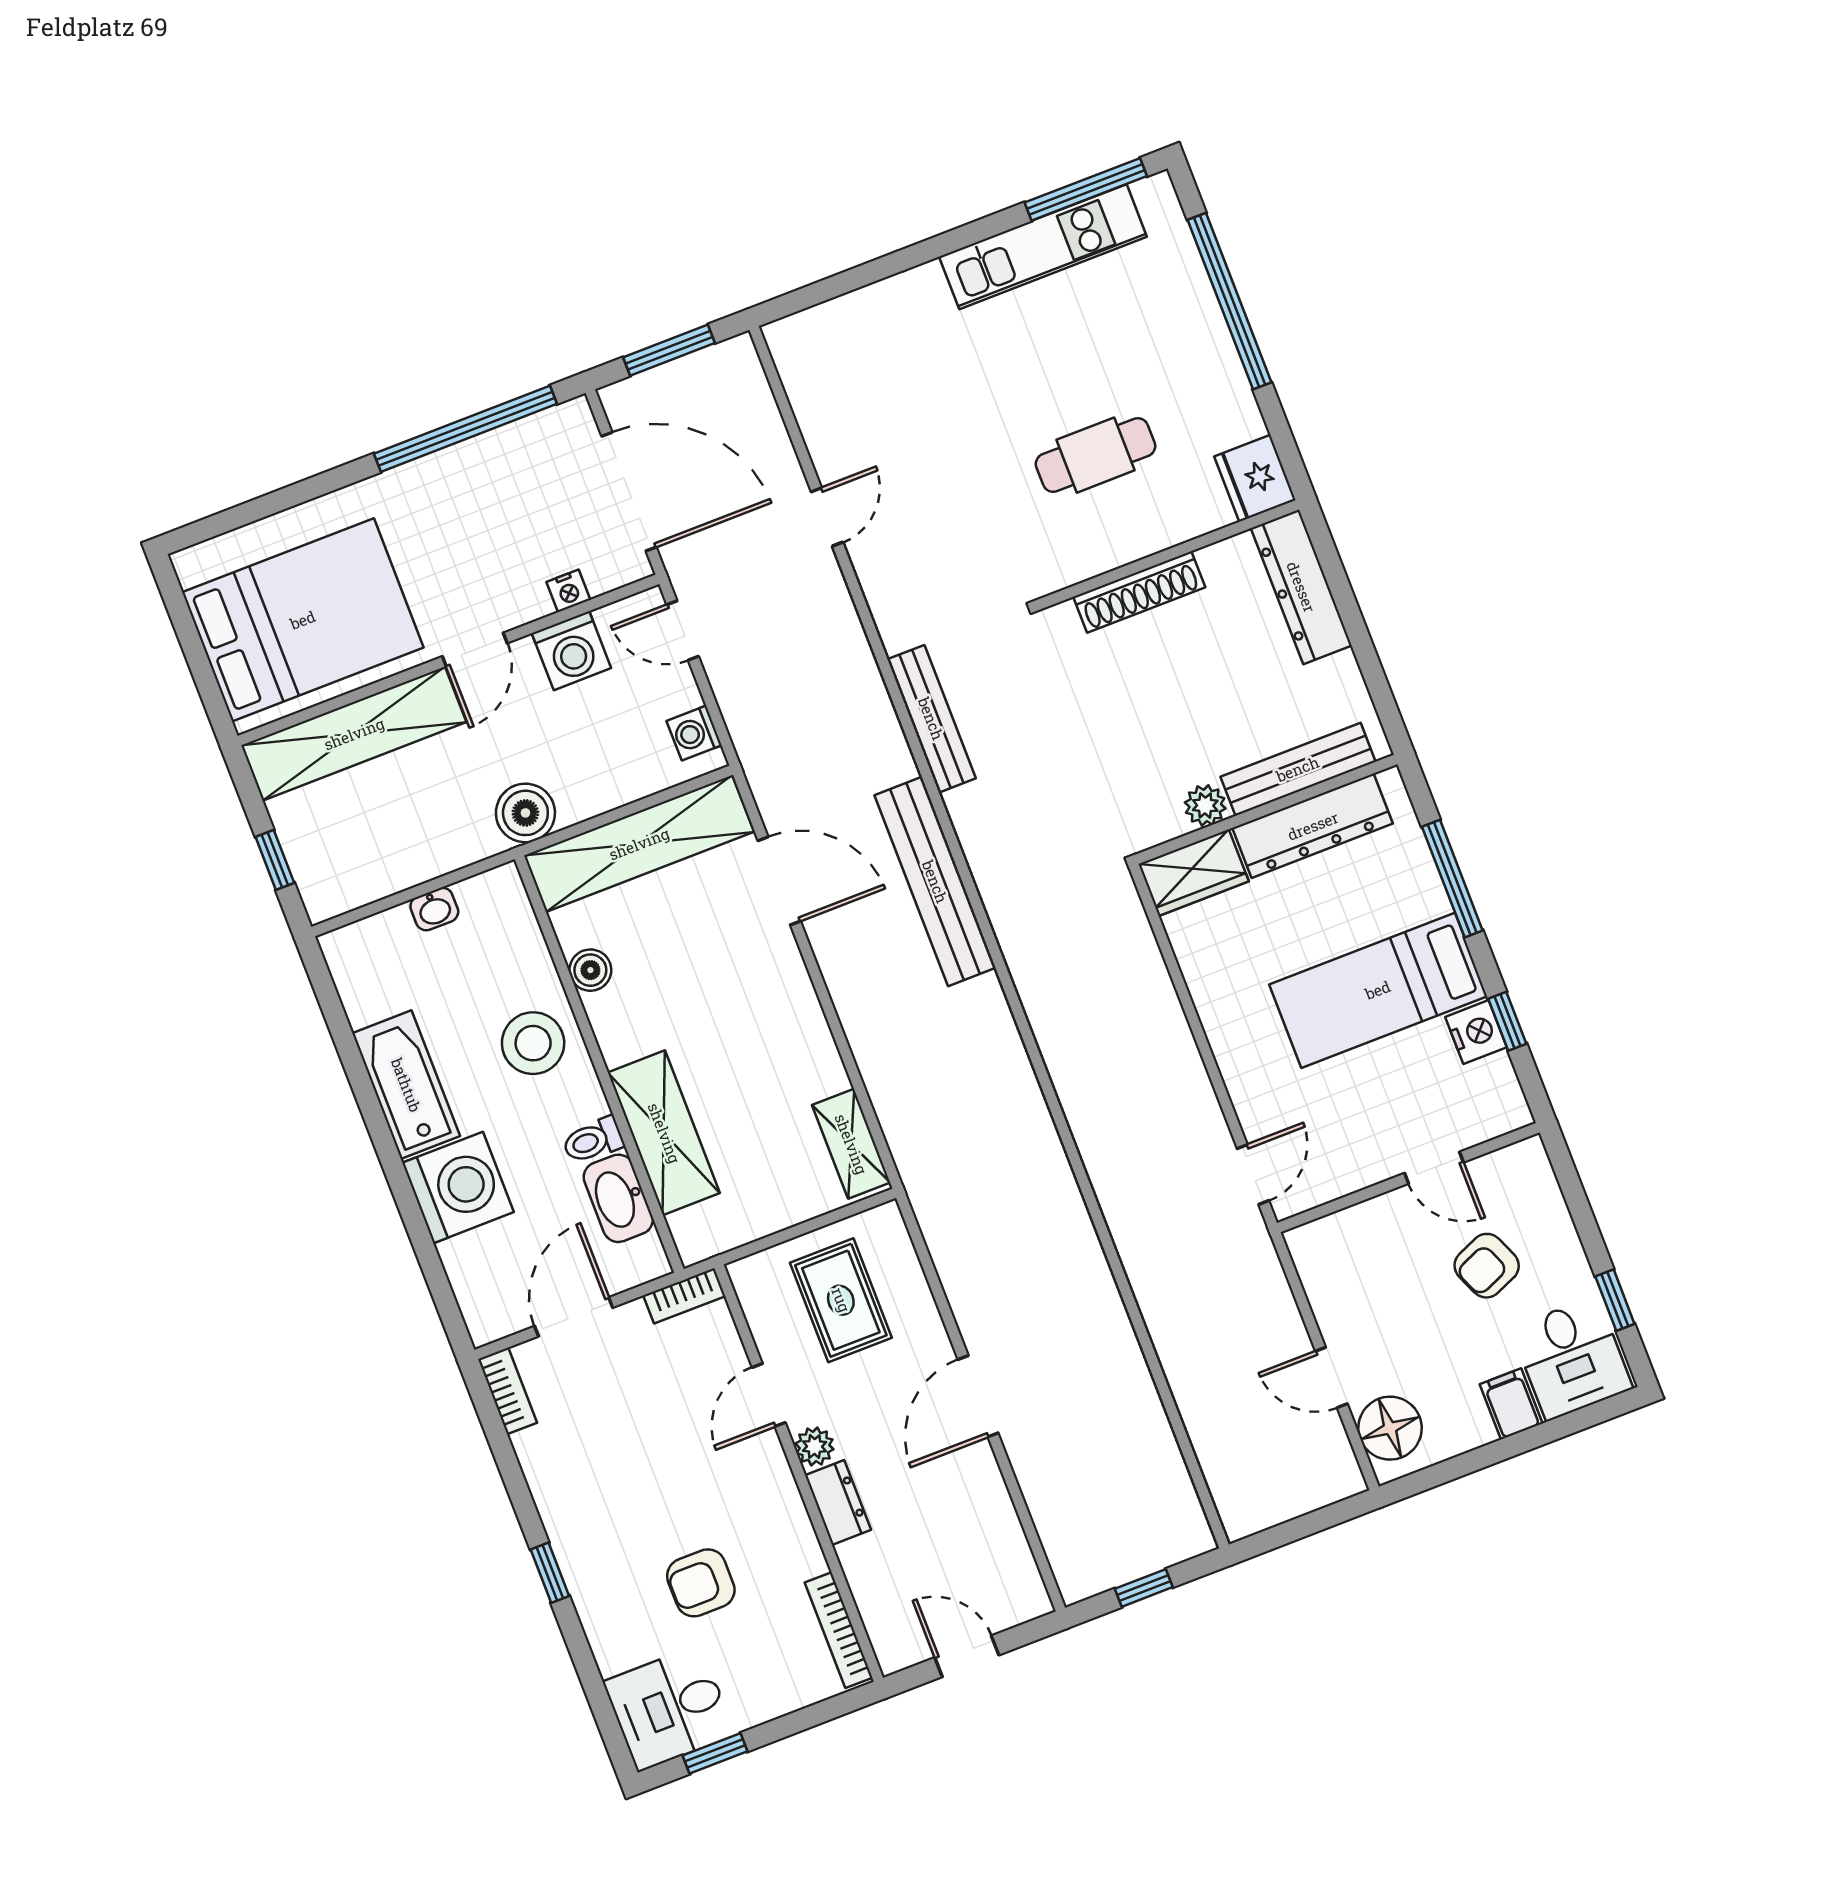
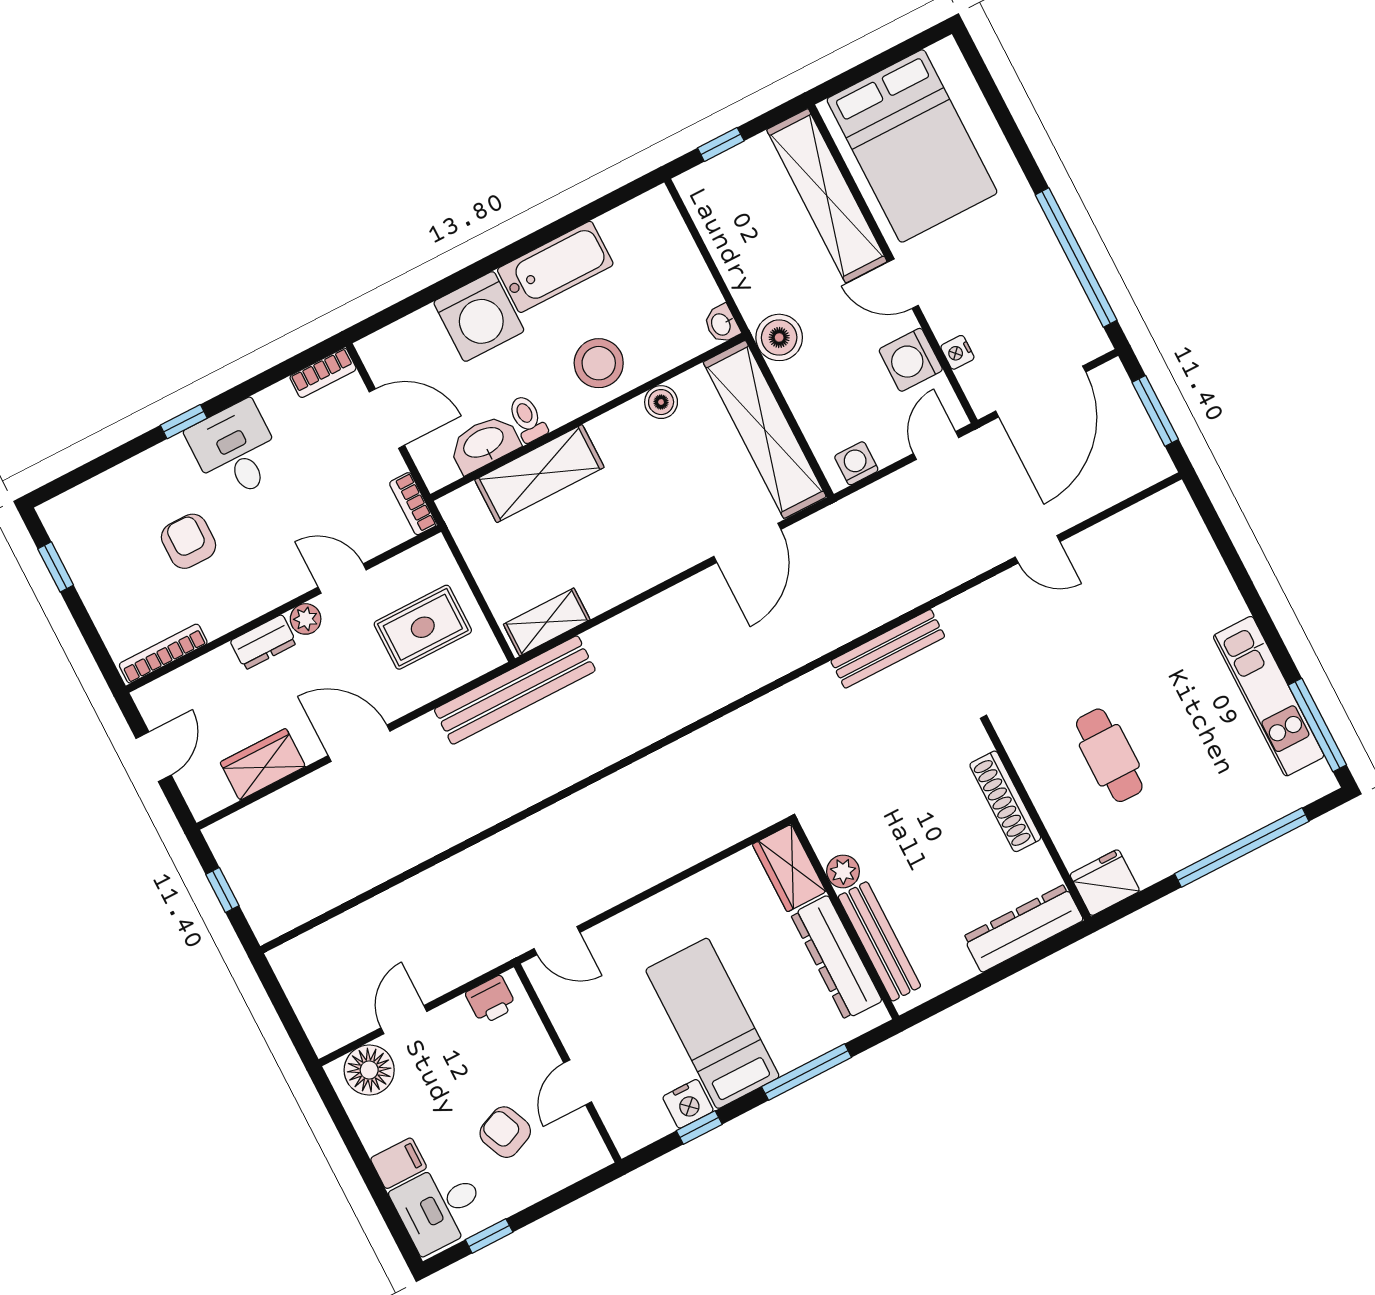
bench: (935, 882) -> (515, 690), moved
washbasin: (434, 909) -> (722, 324), moved
printer: (1319, 1266) -> (491, 1000), added
wardrobe: (991, 1520) -> (263, 764), added
desk: (669, 1708) -> (236, 451), moved

